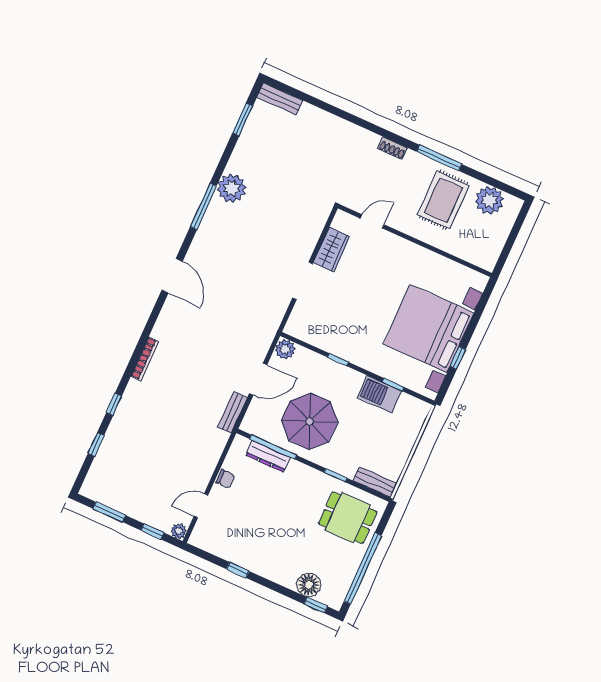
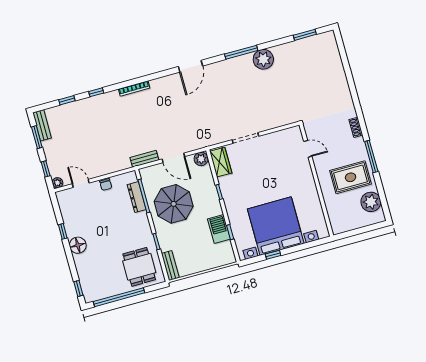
bench: (280, 99) -> (42, 125), moved
wardrobe: (332, 250) -> (221, 162), moved, turned -90
floor lamp: (309, 585) -> (78, 245), moved

